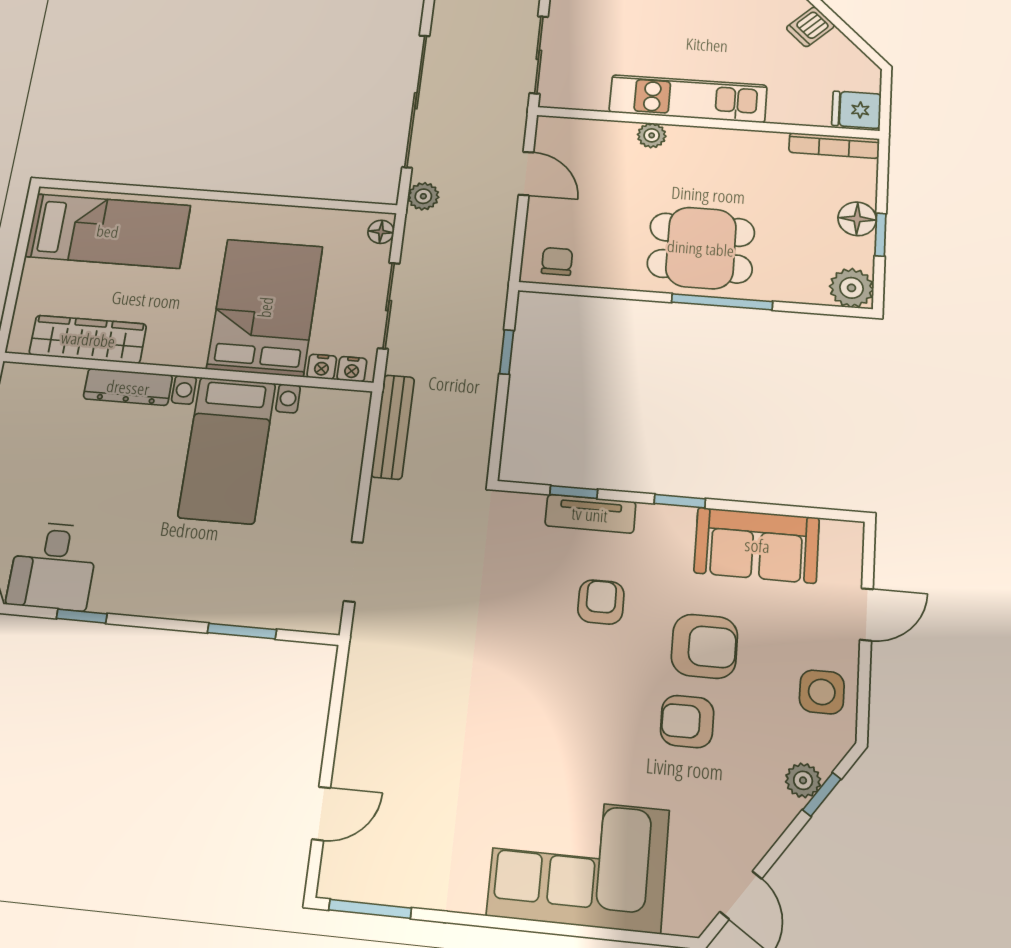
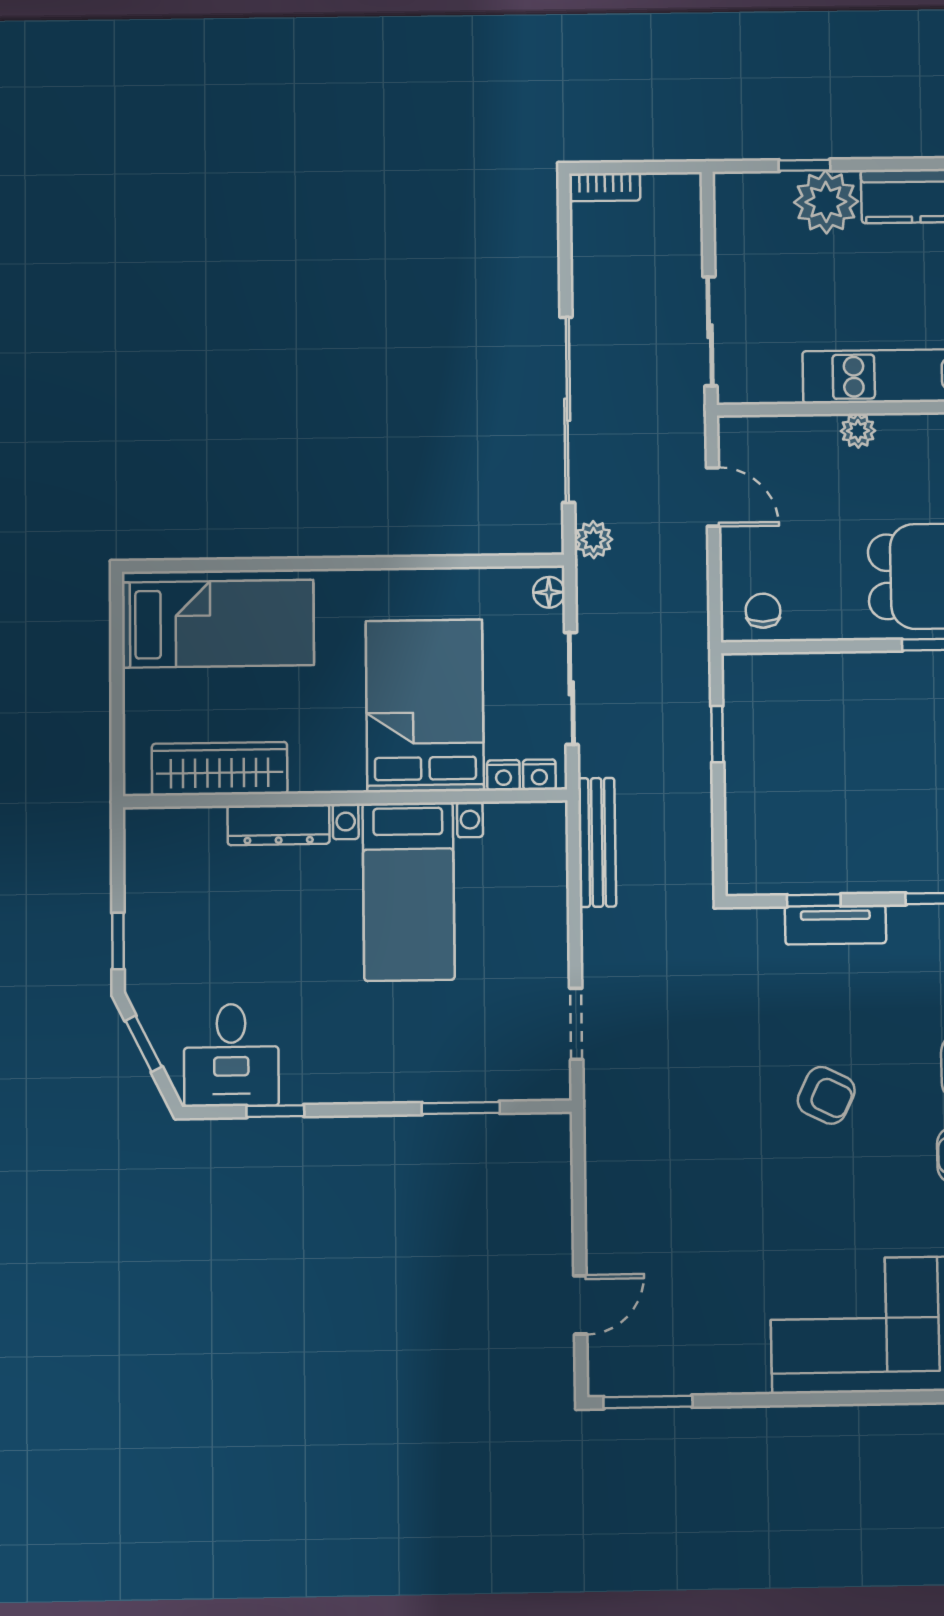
armchair: (601, 602) -> (826, 1095), moved, turned 116

